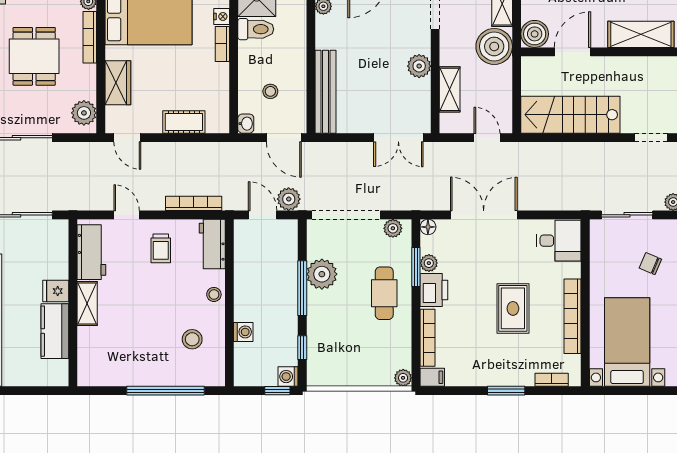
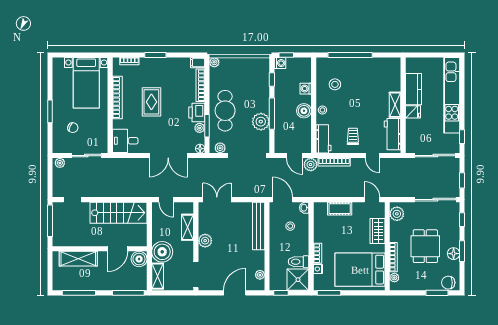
plant: (289, 199) -> (311, 165), moved
boiler: (246, 293) -> (304, 111), added
cafe table: (384, 293) -> (225, 111), width x1.37, depth x1.35

